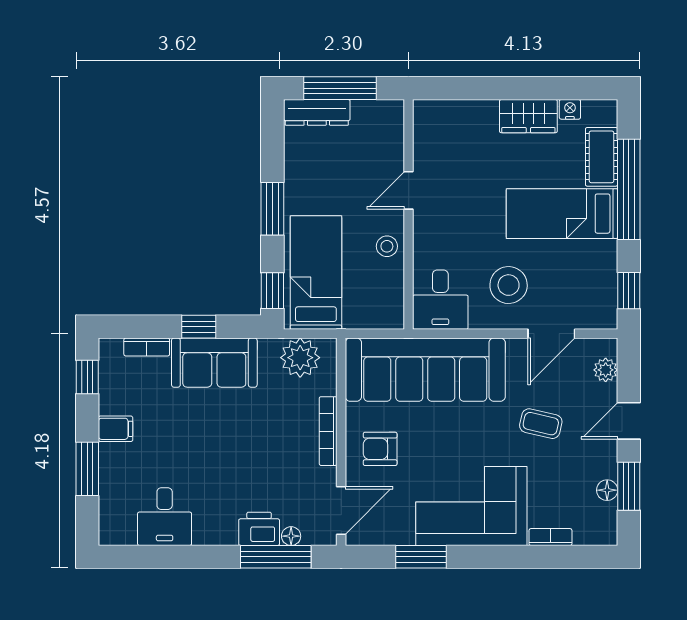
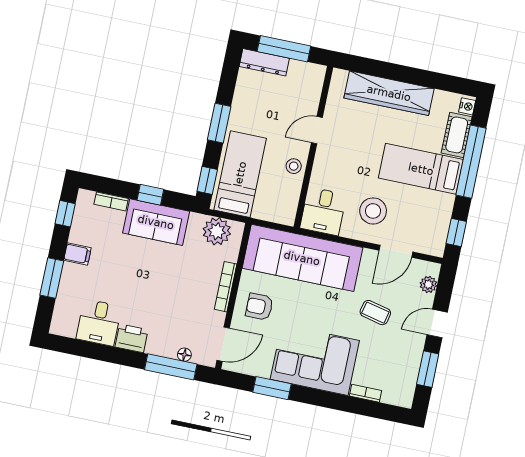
nightstand: (570, 109) -> (467, 106), moved, turned 90
wardrobe: (528, 116) -> (389, 93), width x2.10, depth x1.17
floor lamp: (607, 490) -> (412, 369), removed
printer: (259, 529) -> (132, 338), moved

